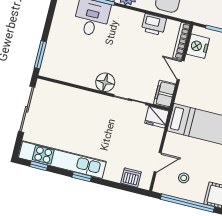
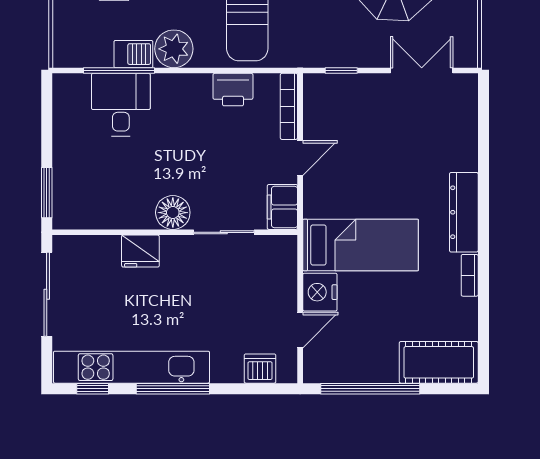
nightstand: (198, 46) -> (320, 292), moved
door: (181, 70) -> (300, 158), swing flipped
fridge: (157, 117) -> (140, 251), moved
window: (82, 177) -> (173, 389), width x2.17
stool: (184, 178) -> (353, 346), removed

